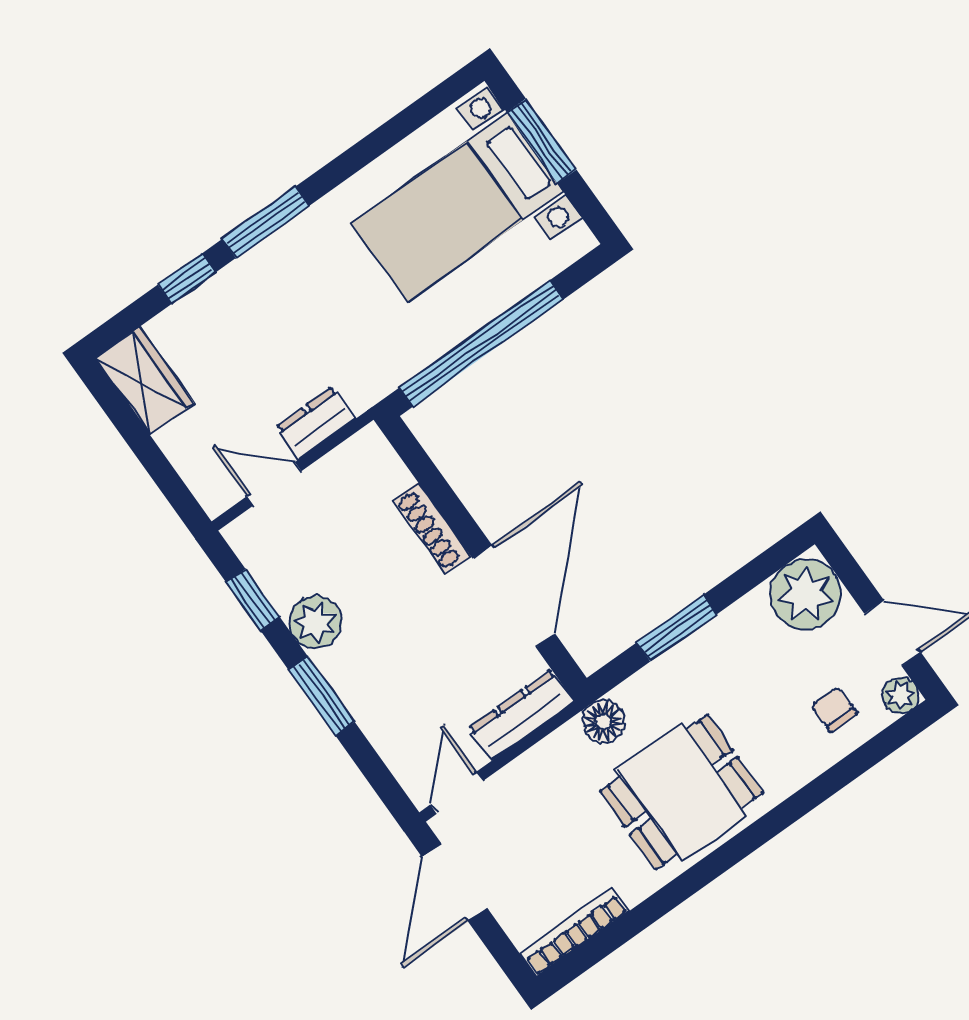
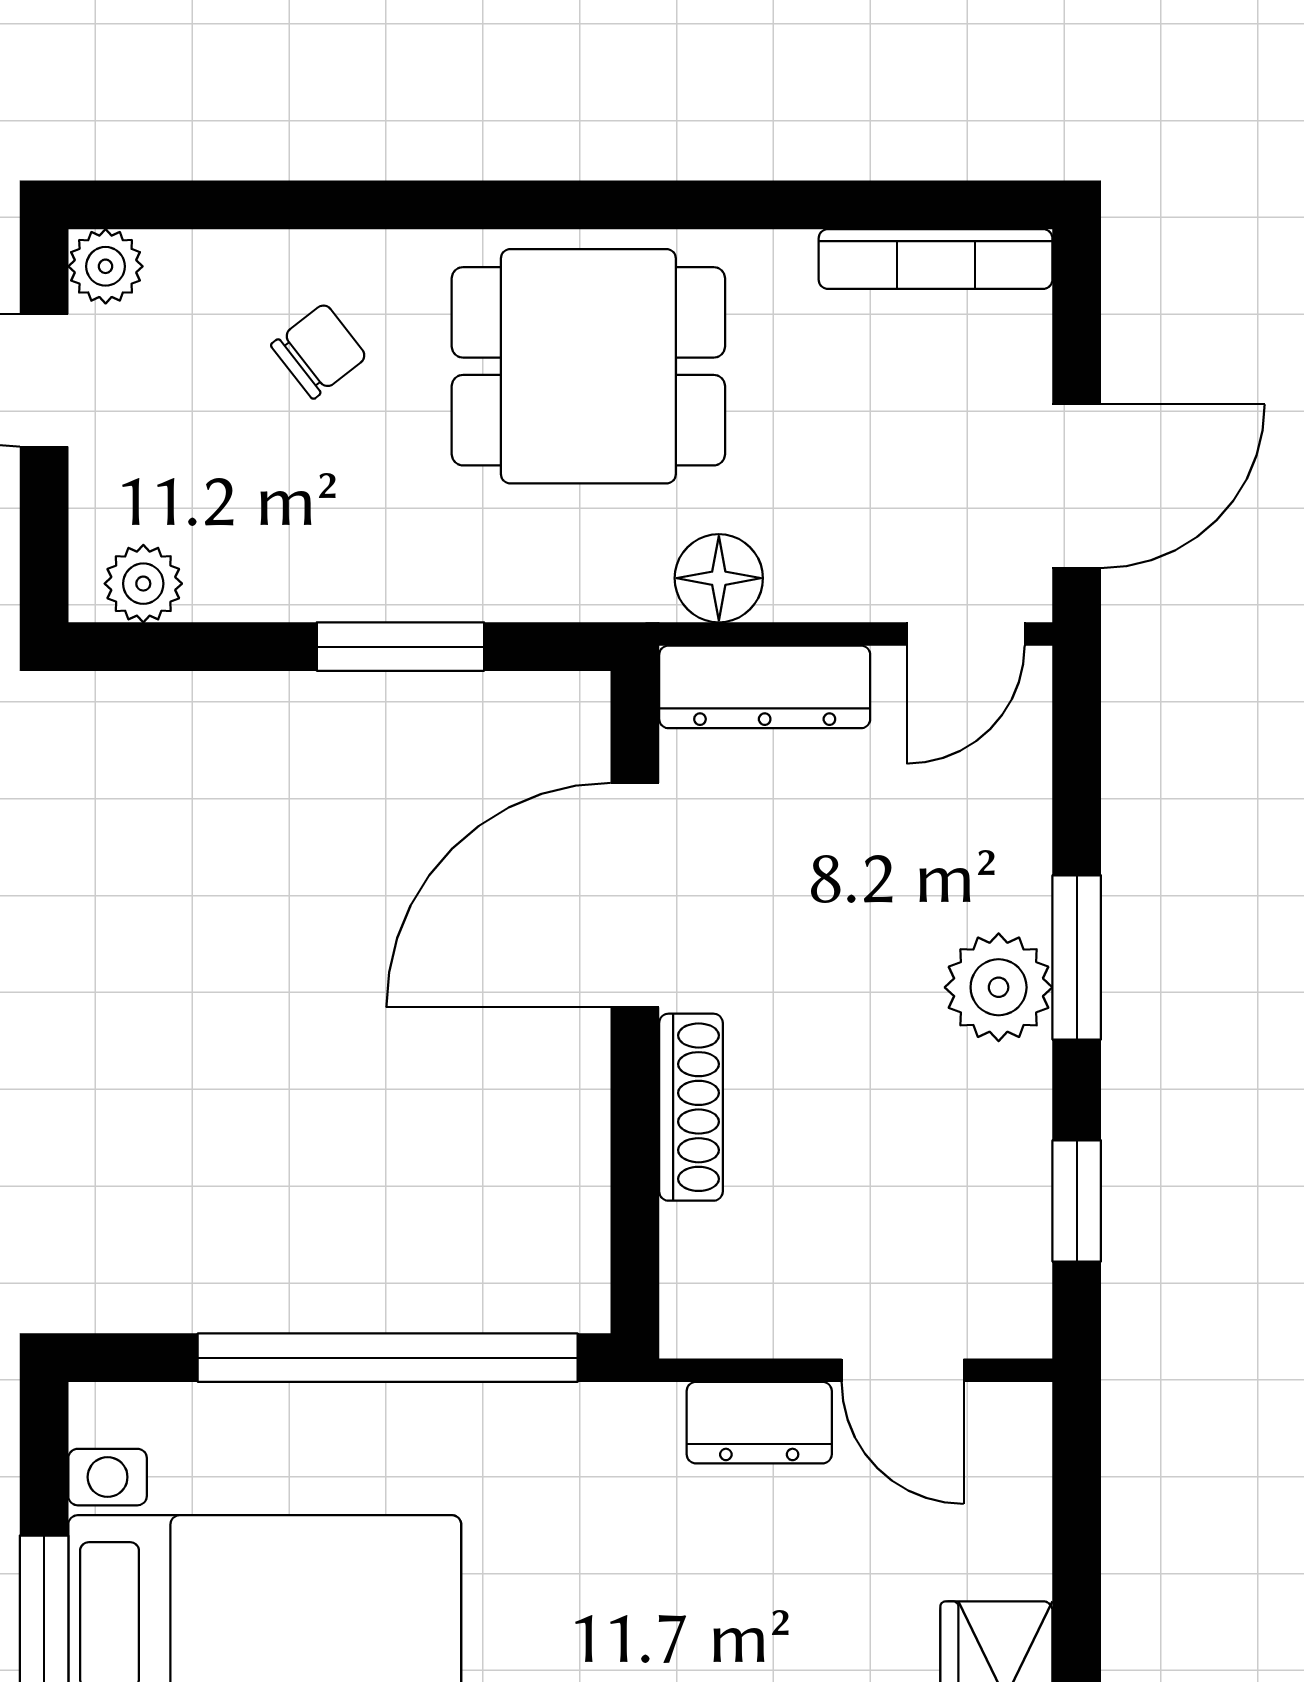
plant: (806, 594) -> (143, 584), width x0.53, depth x0.53
plant: (315, 622) -> (999, 987), moved
chair: (834, 710) -> (319, 351), moved, turned -128
floor lamp: (603, 721) -> (719, 578), moved

